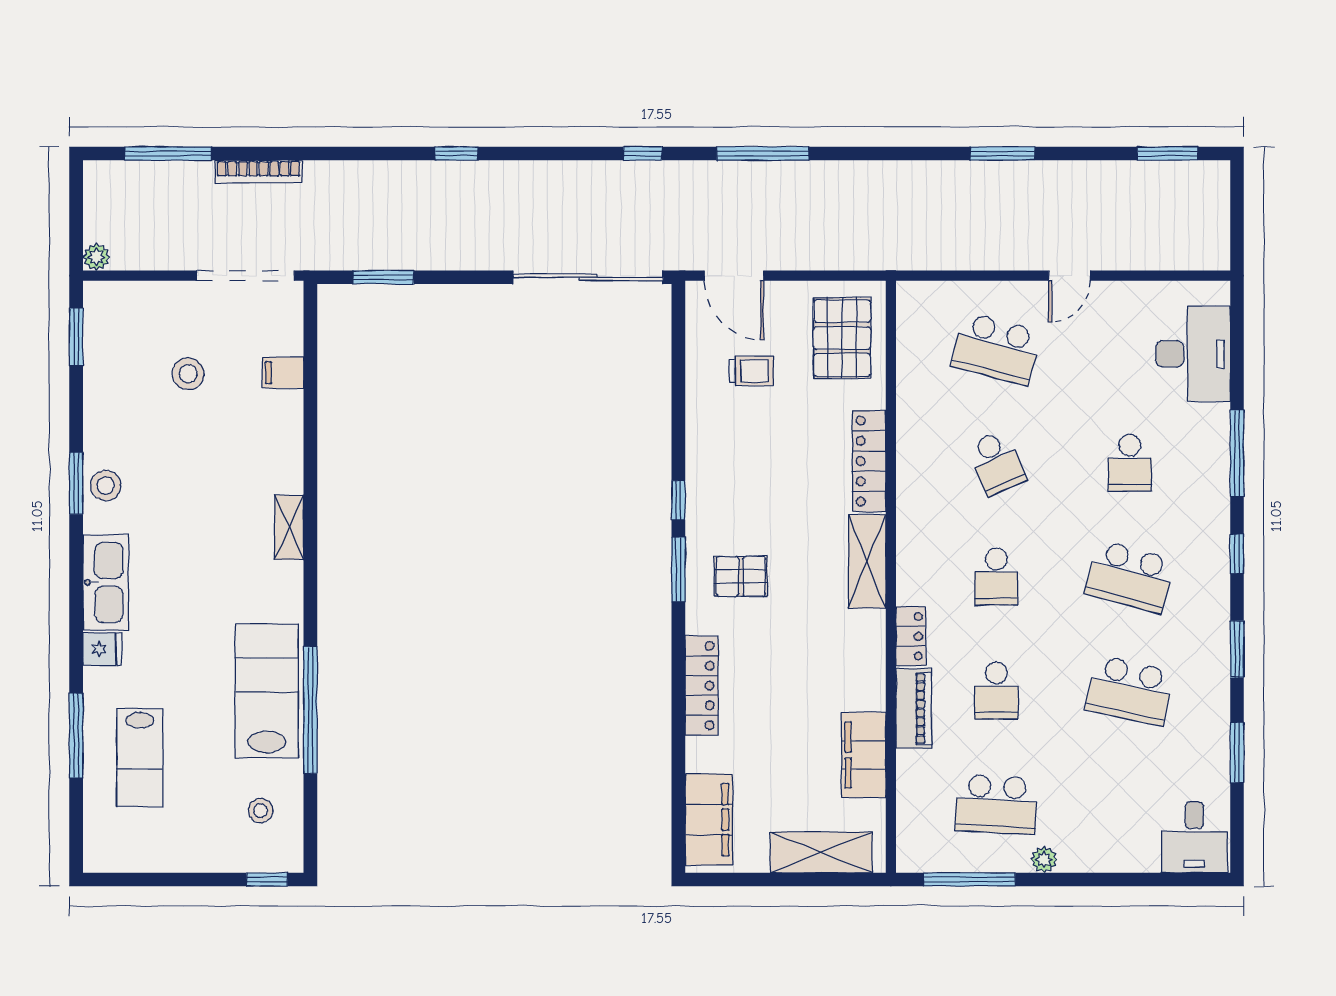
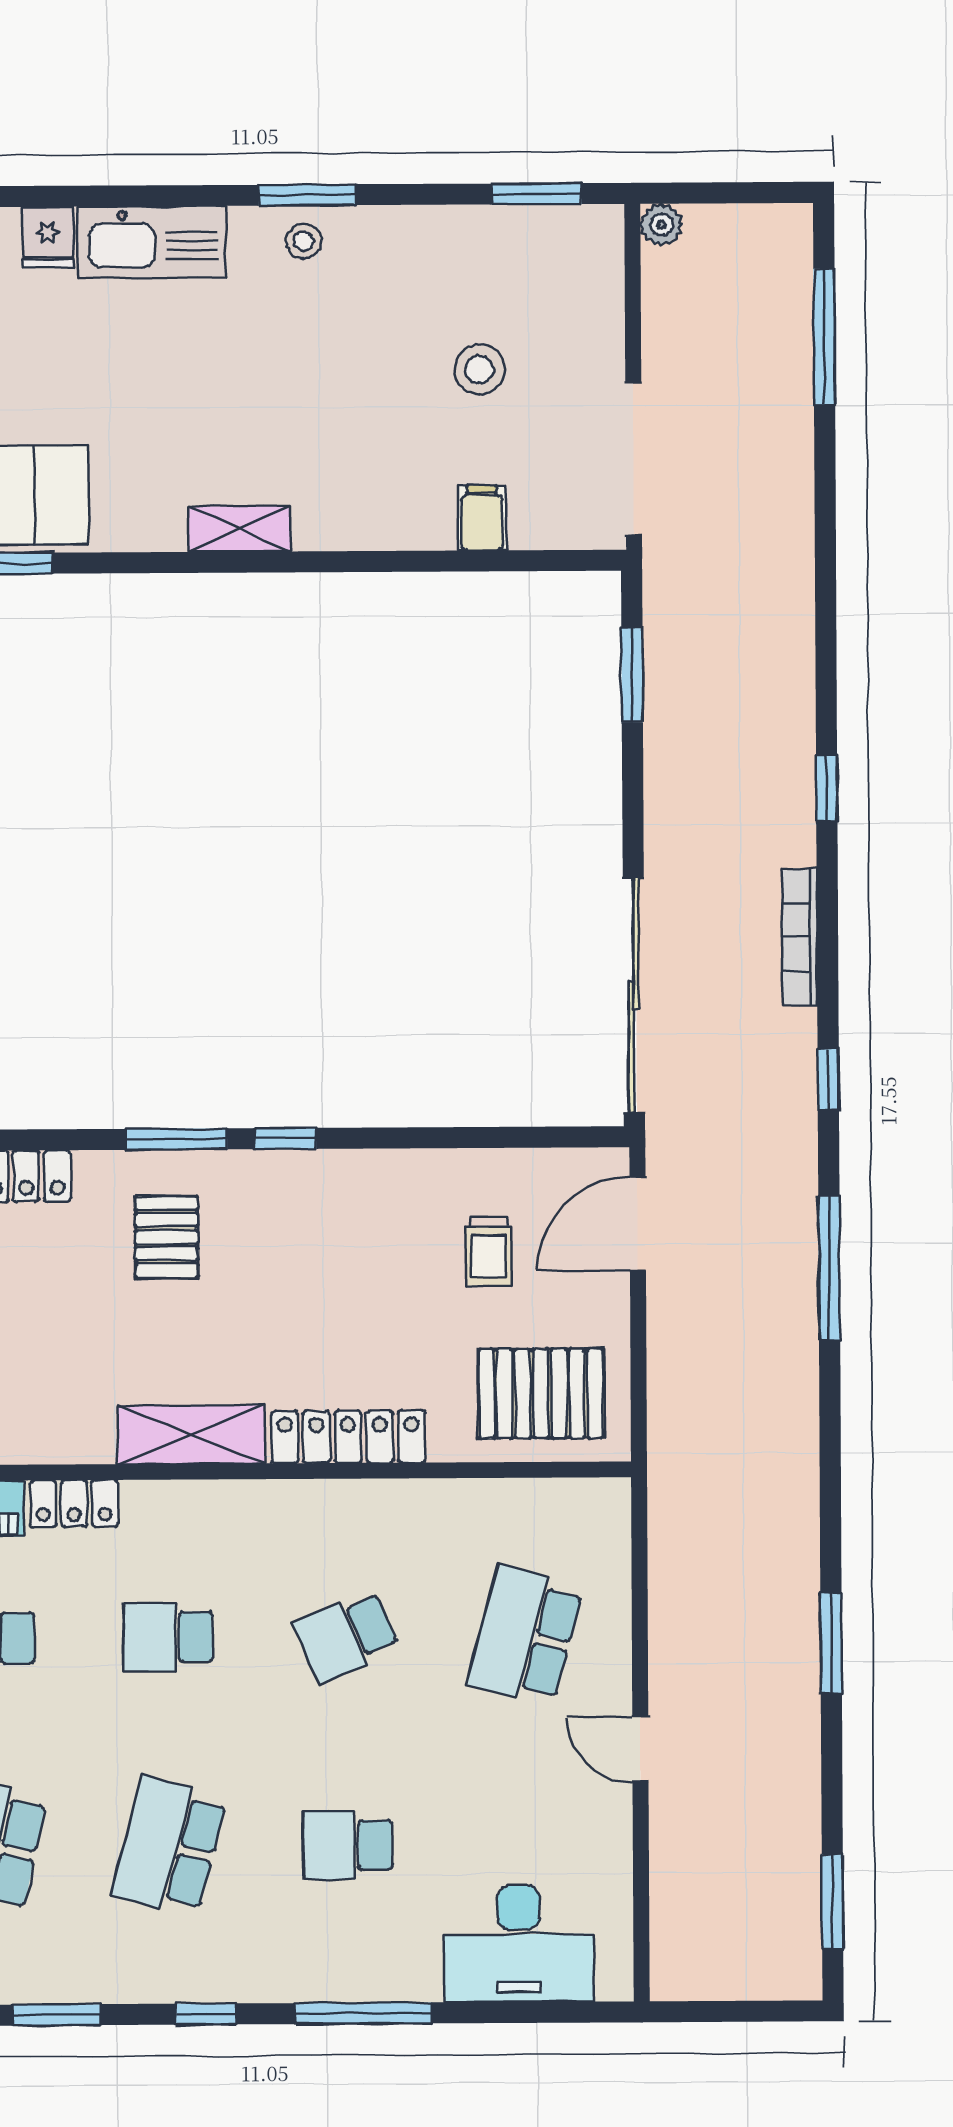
bookcase: (258, 171) -> (799, 937), moved
stool: (106, 486) -> (304, 241), width x0.73, depth x0.73

